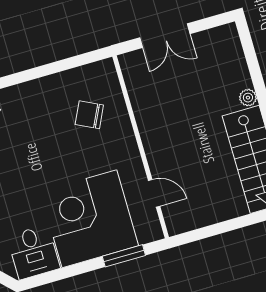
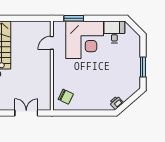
chair: (89, 115) -> (66, 97), moved
door: (154, 193) -> (52, 43), hinge flipped

